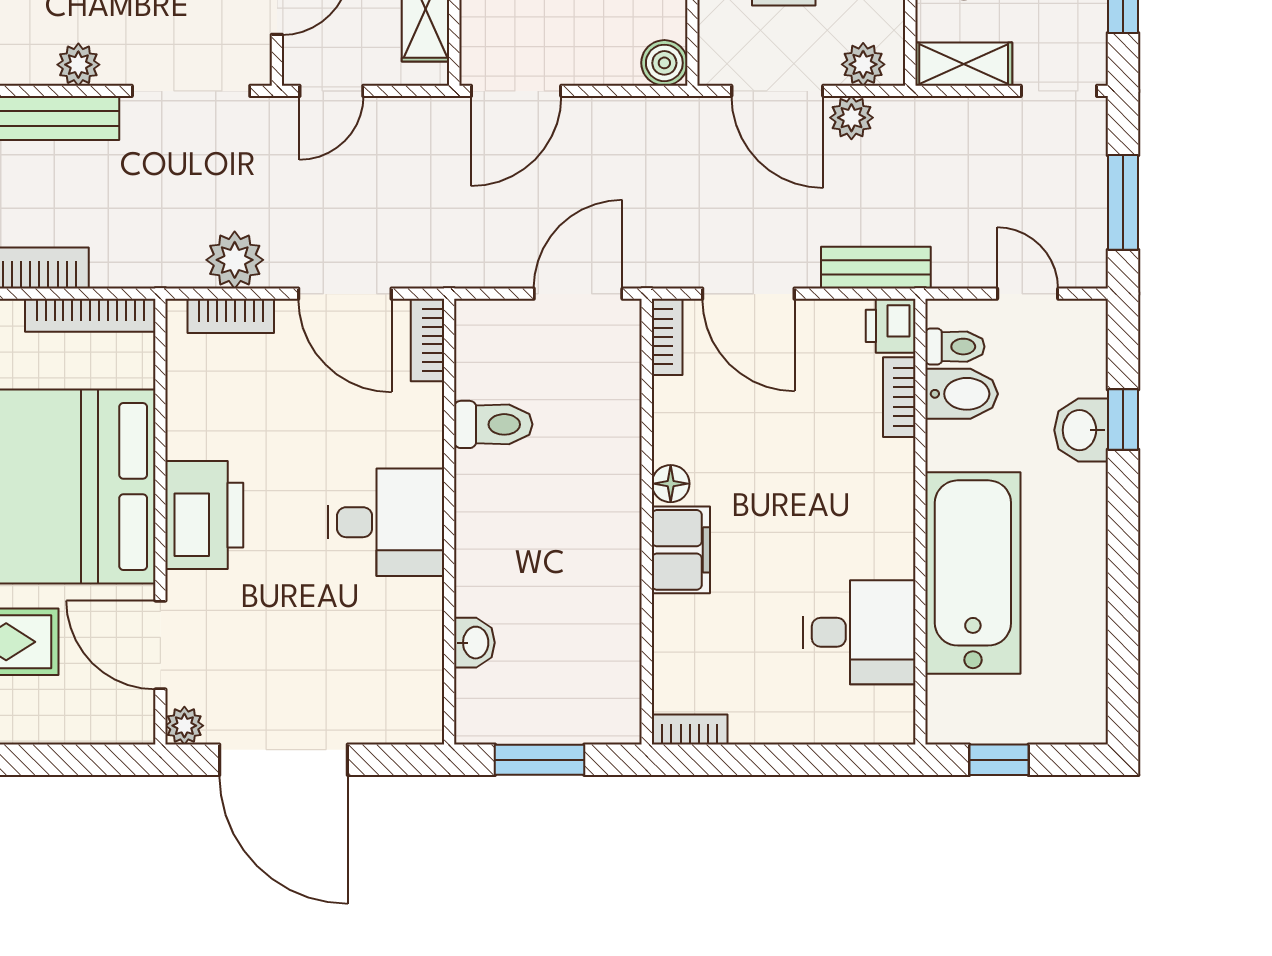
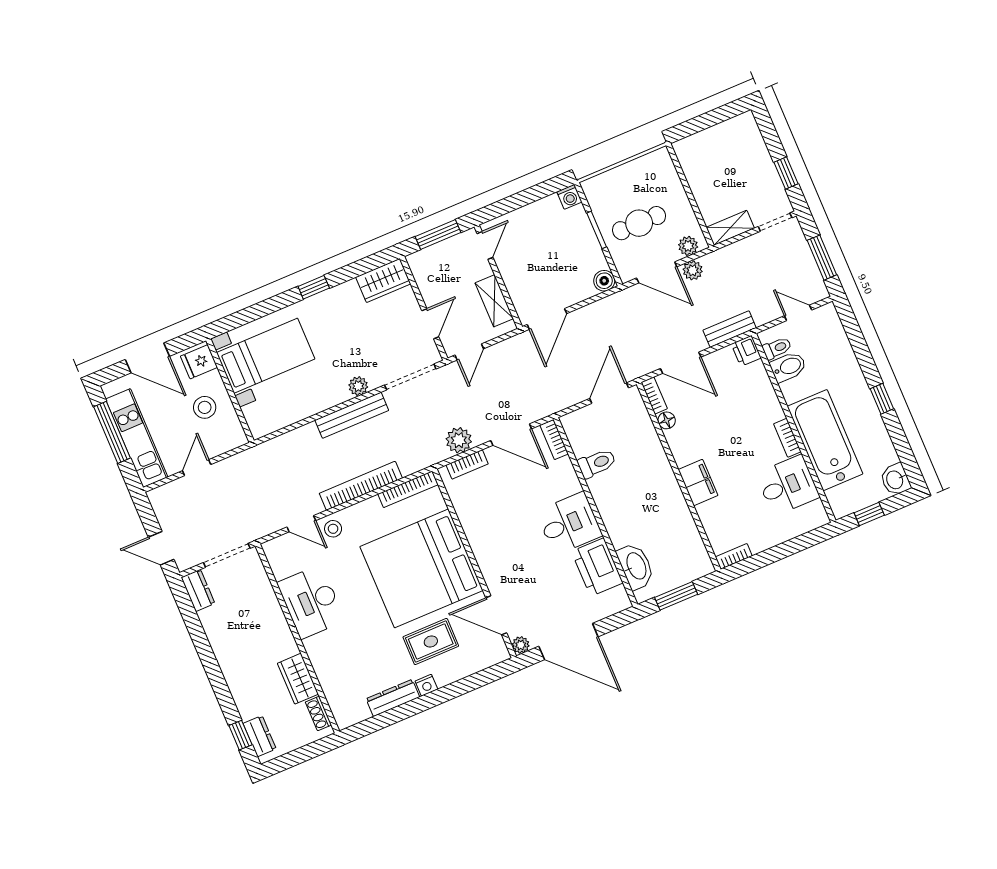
bookcase: (899, 397) -> (787, 438), moved
window: (1123, 420) -> (882, 399), moved
washbasin: (1081, 430) -> (895, 480), moved
floor lamp: (671, 484) -> (667, 420), moved
printer: (204, 515) -> (597, 567), moved, turned 180
washbasin: (474, 643) -> (636, 566), width x1.91, depth x1.45

